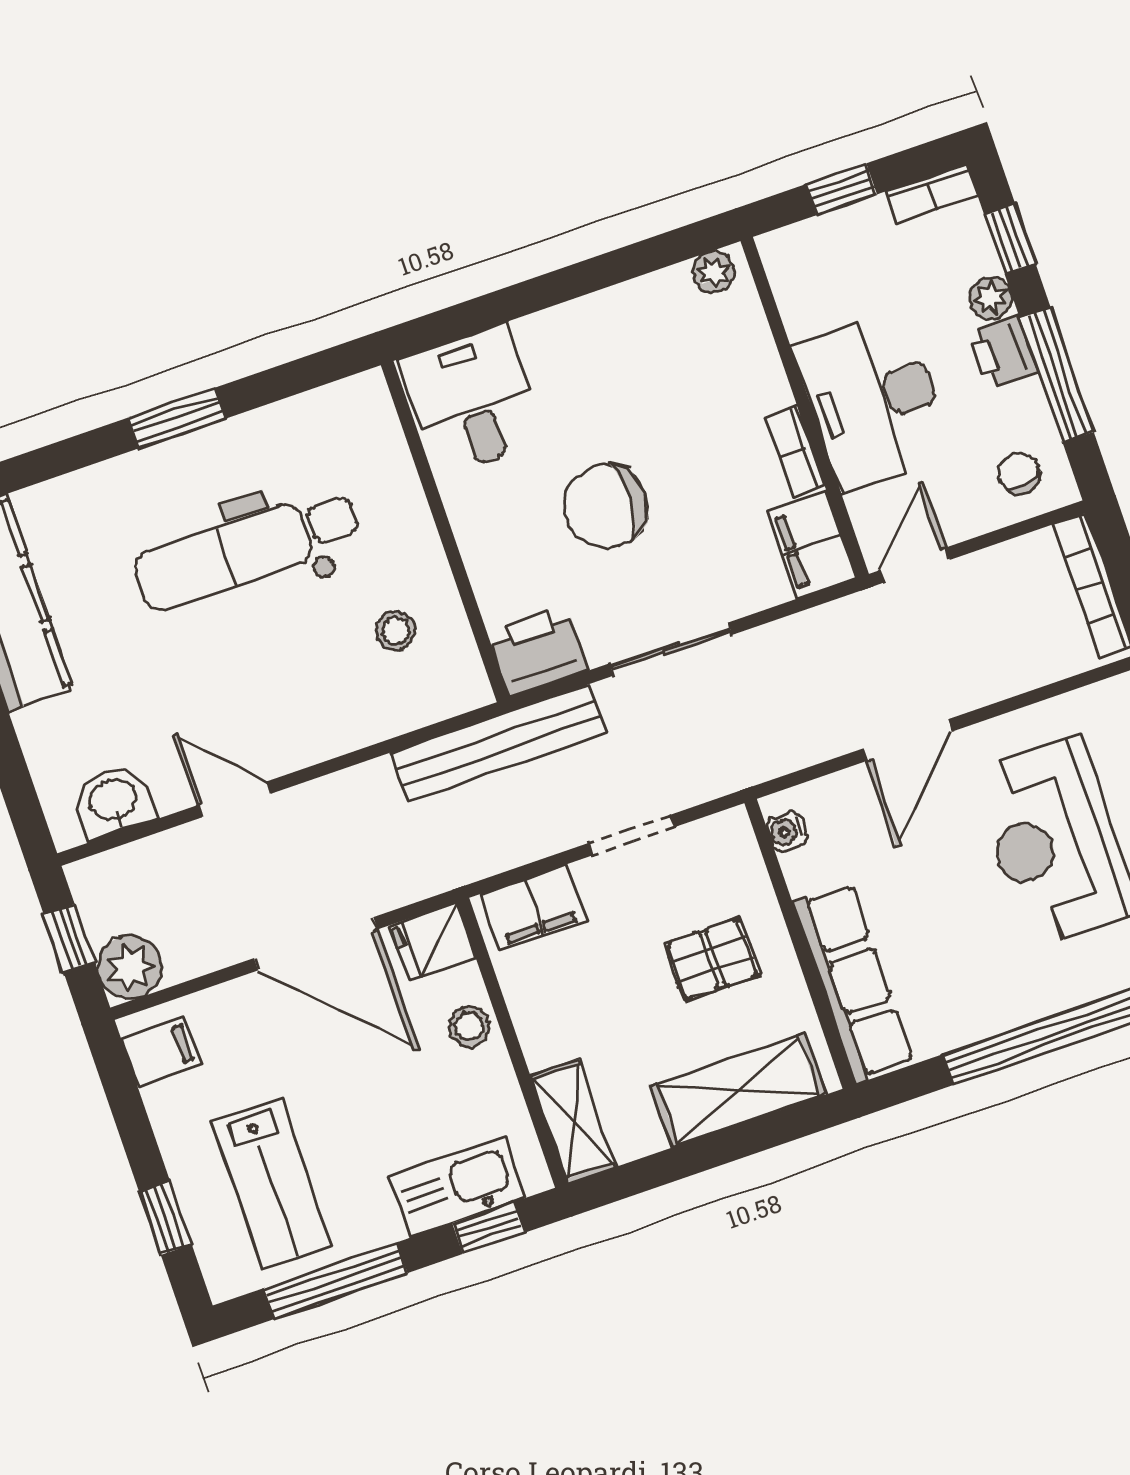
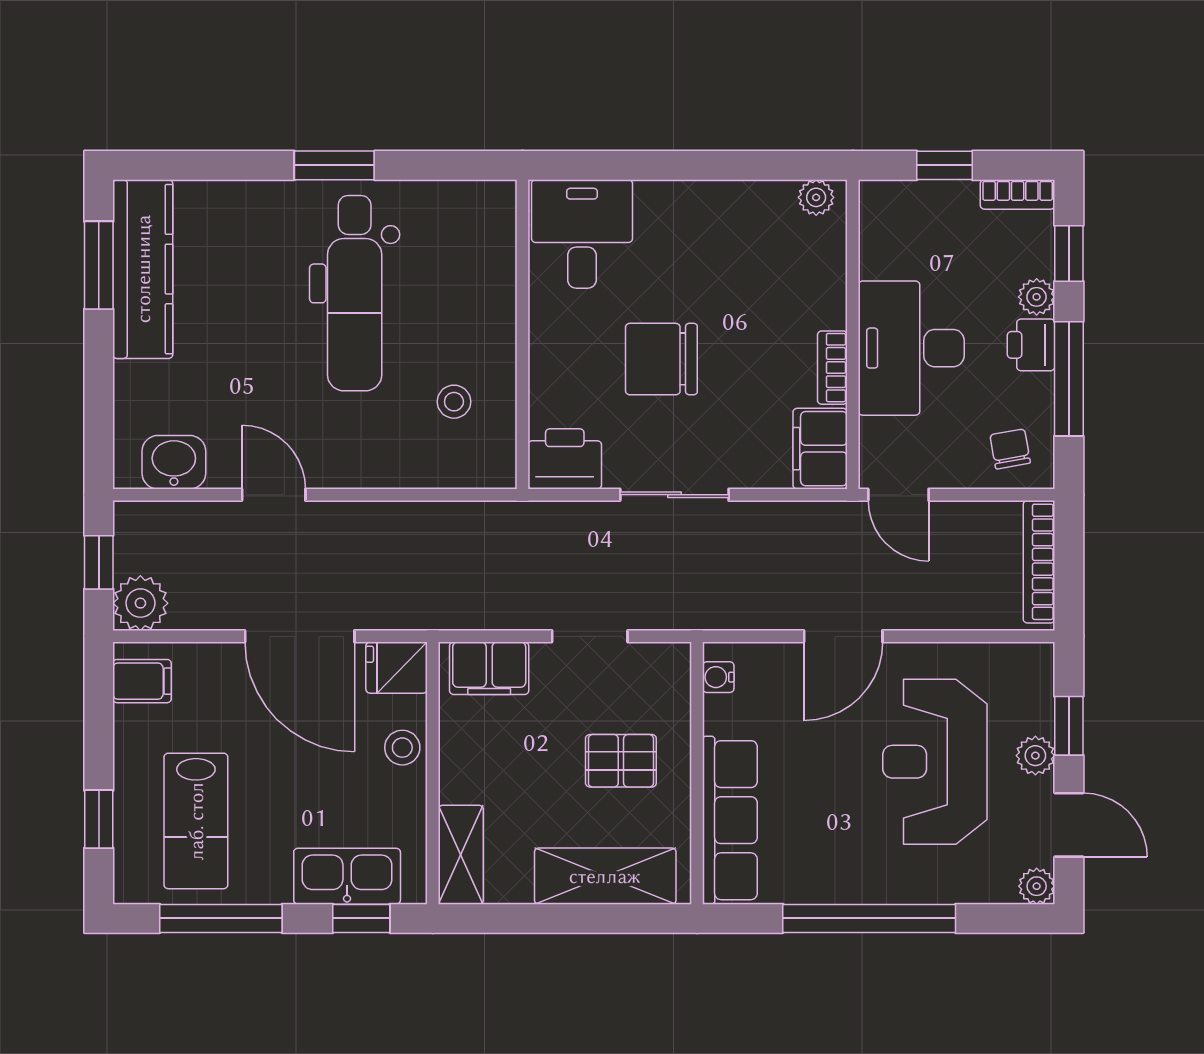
dental chair: (247, 550) -> (355, 293), turned -90
door: (915, 565) -> (898, 495), swing flipped
bench: (499, 743) -> (507, 523), removed

